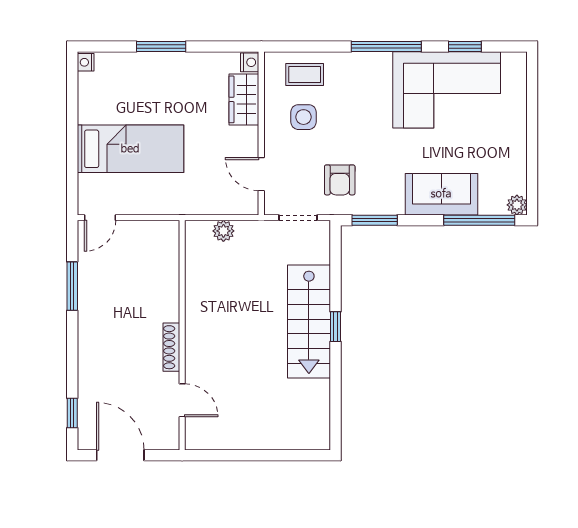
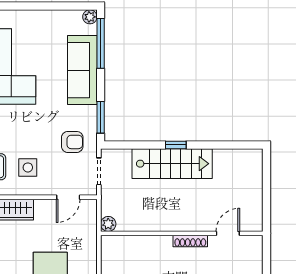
sofa: (441, 194) -> (82, 70), width x1.36
wall: (182, 335) -> (182, 233), moved
shoe rack: (171, 347) -> (190, 241), moved
door: (182, 400) -> (228, 233), moved

